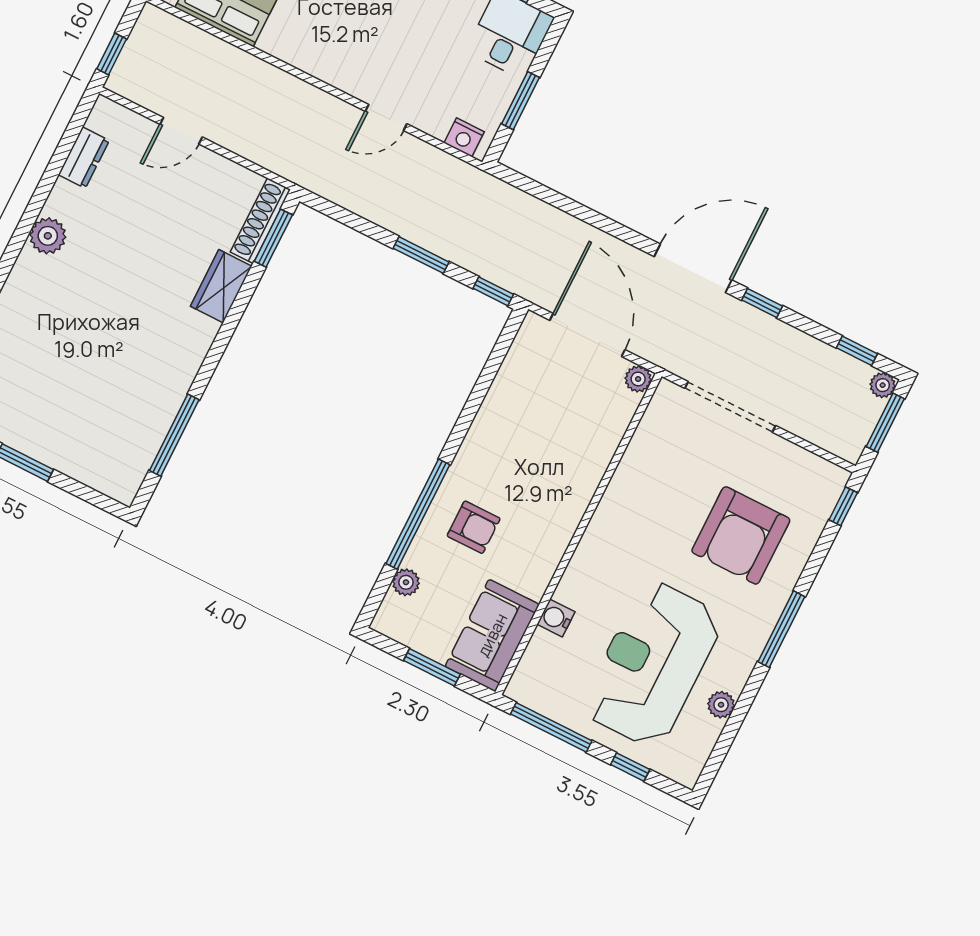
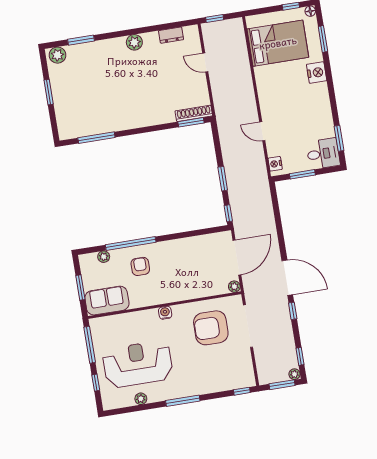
wardrobe: (221, 286) -> (161, 116), removed
armchair: (474, 527) -> (140, 266), turned 180
armchair: (741, 535) -> (211, 328), moved
water cooler: (556, 618) -> (165, 313), moved

